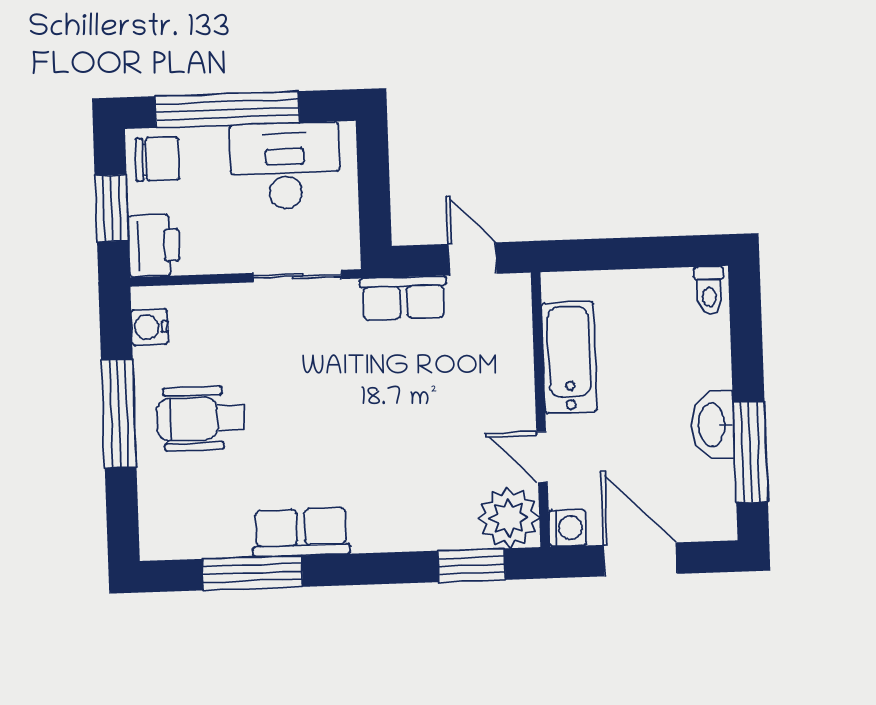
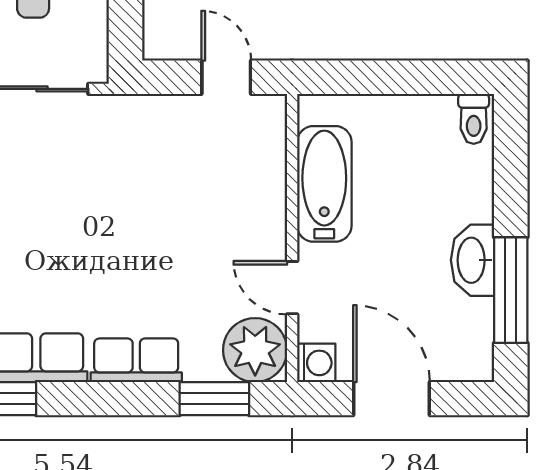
row of seats: (403, 298) -> (136, 360), moved, turned 180

